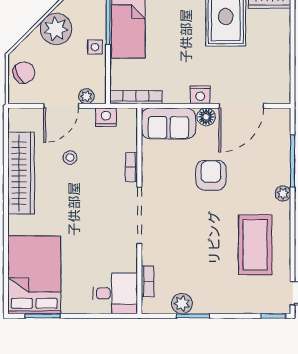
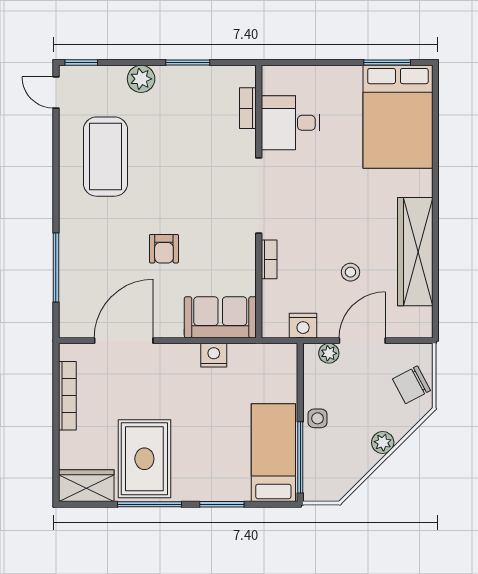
plant: (56, 29) -> (383, 443), width x0.53, depth x0.53
nightstand: (200, 95) -> (214, 355), moved
bookcase: (136, 97) -> (67, 396), moved, turned -90
floor lamp: (206, 117) -> (170, 326), removed
armchair: (211, 175) -> (164, 249), width x0.72, depth x0.72
plant: (283, 194) -> (69, 224), removed
desk: (115, 293) -> (291, 123), moved
plant: (182, 304) -> (141, 79), moved

